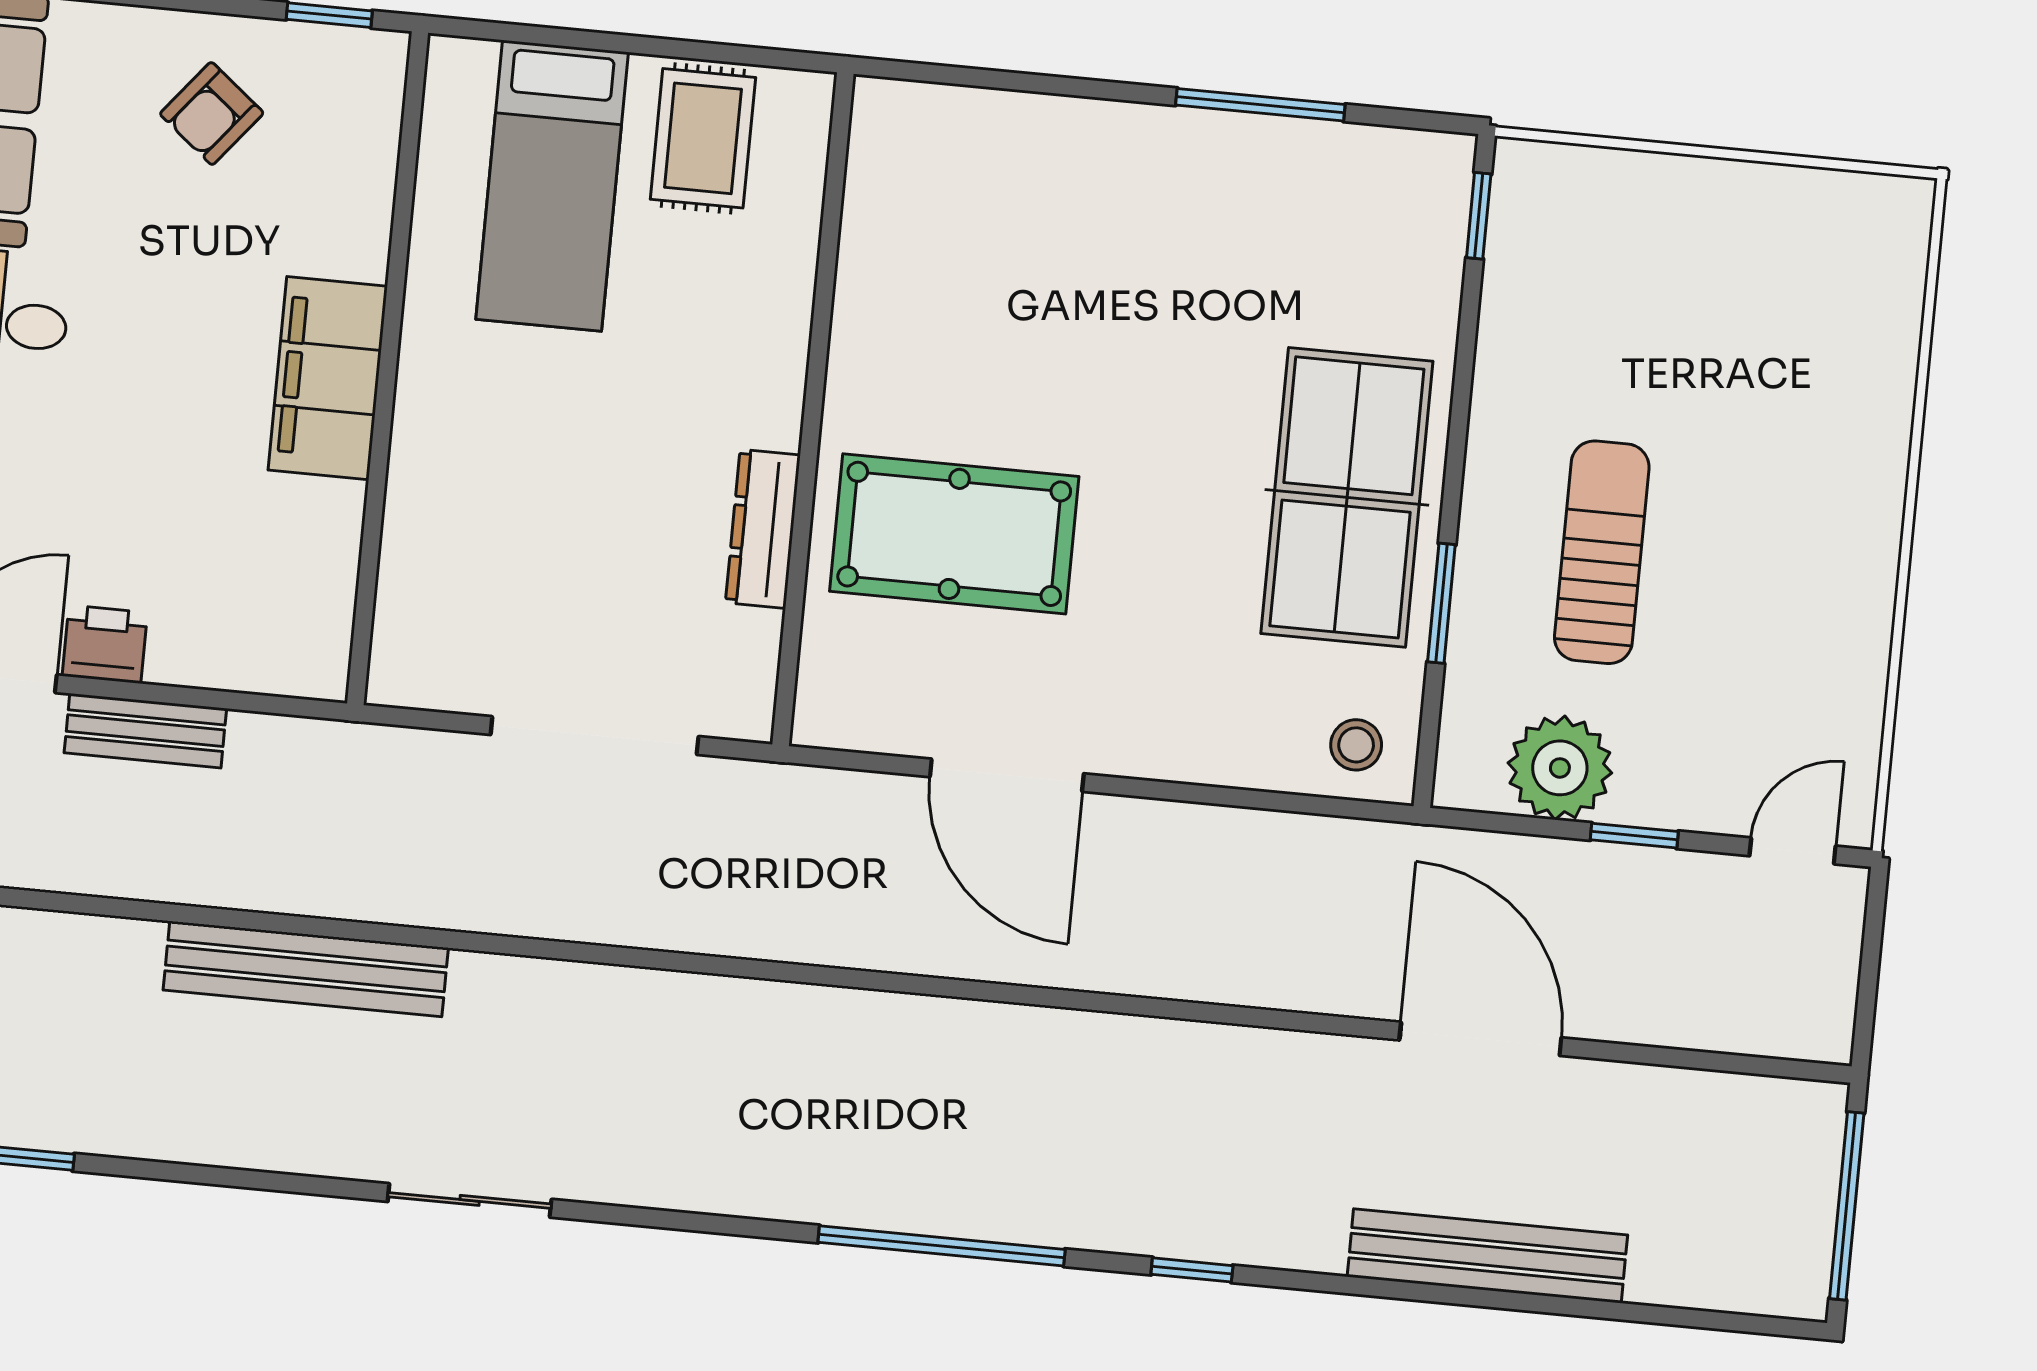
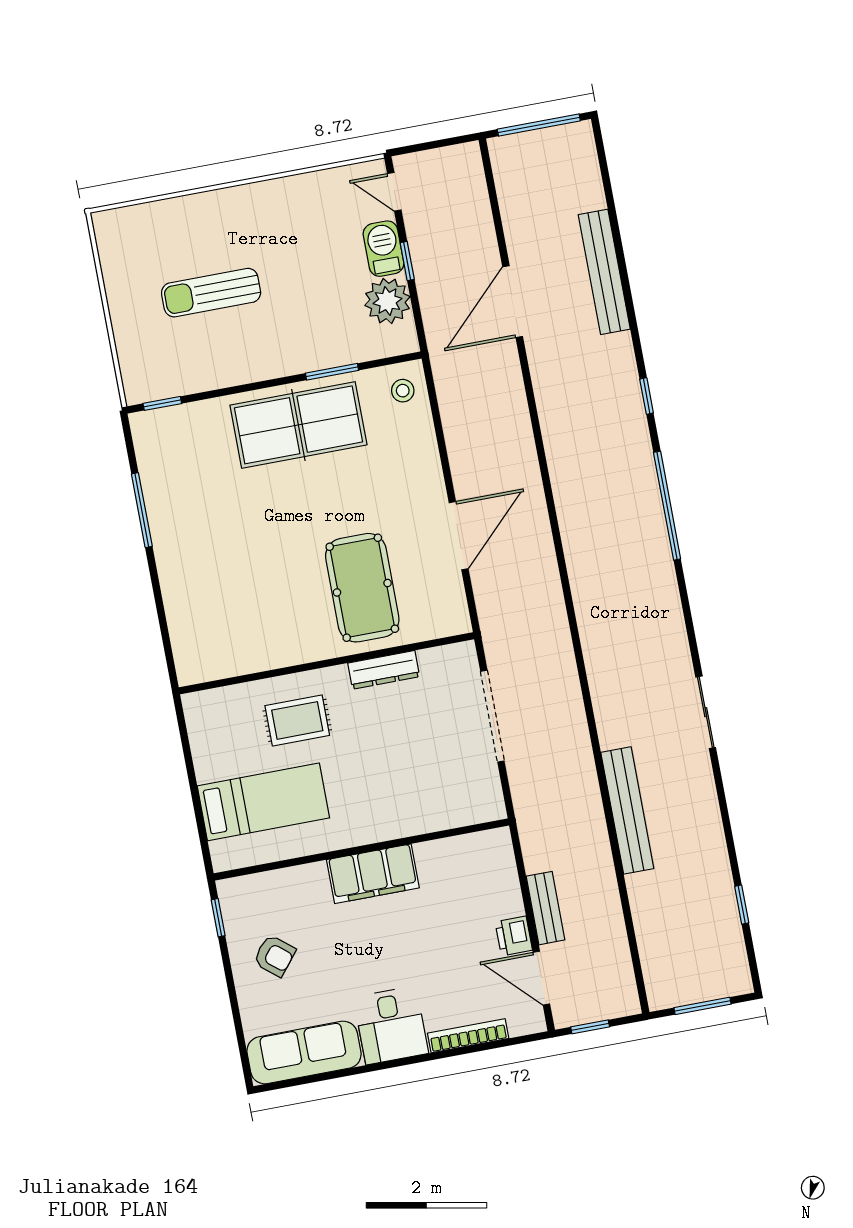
rug: (703, 138) -> (297, 720), moved
sun lounger: (1602, 552) -> (211, 293), moved
barbecue: (1676, 792) -> (383, 249), added

